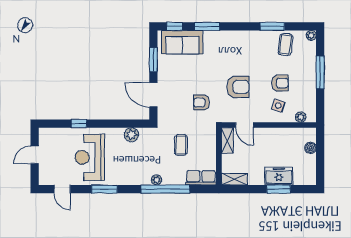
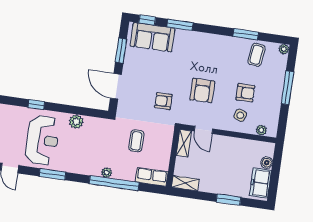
armchair: (238, 87) -> (202, 91), turned 90
plant: (131, 135) -> (76, 122), moved
reception desk: (90, 157) -> (42, 140), turned 180
freezer: (279, 176) -> (260, 183), moved, turned -90

